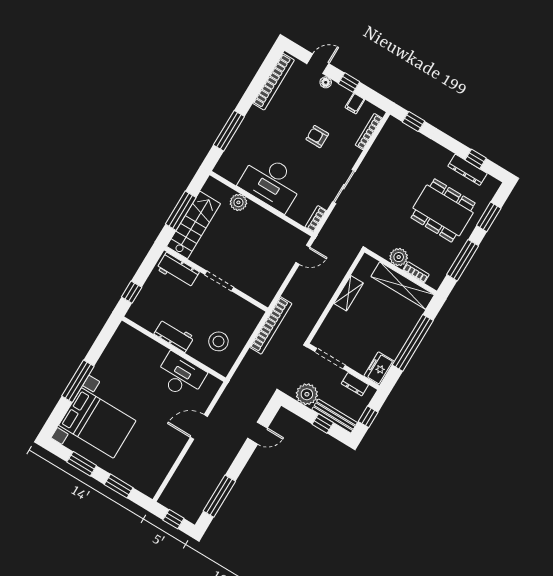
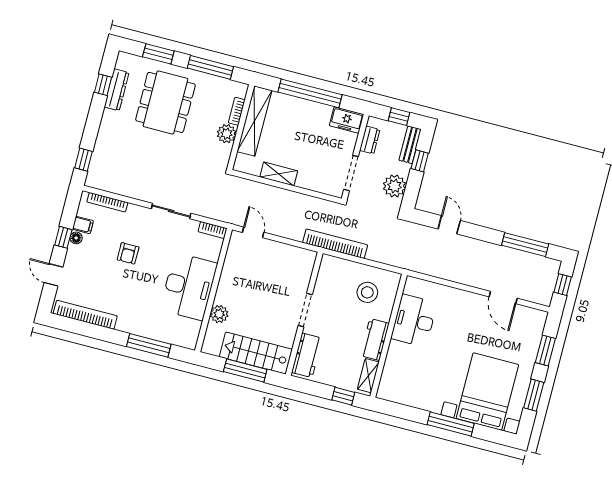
floor lamp: (326, 82) -> (76, 238), moved
shelving: (143, 320) -> (368, 376), added
bench: (335, 416) -> (410, 145), width x0.73
door: (199, 427) -> (503, 298), moved

